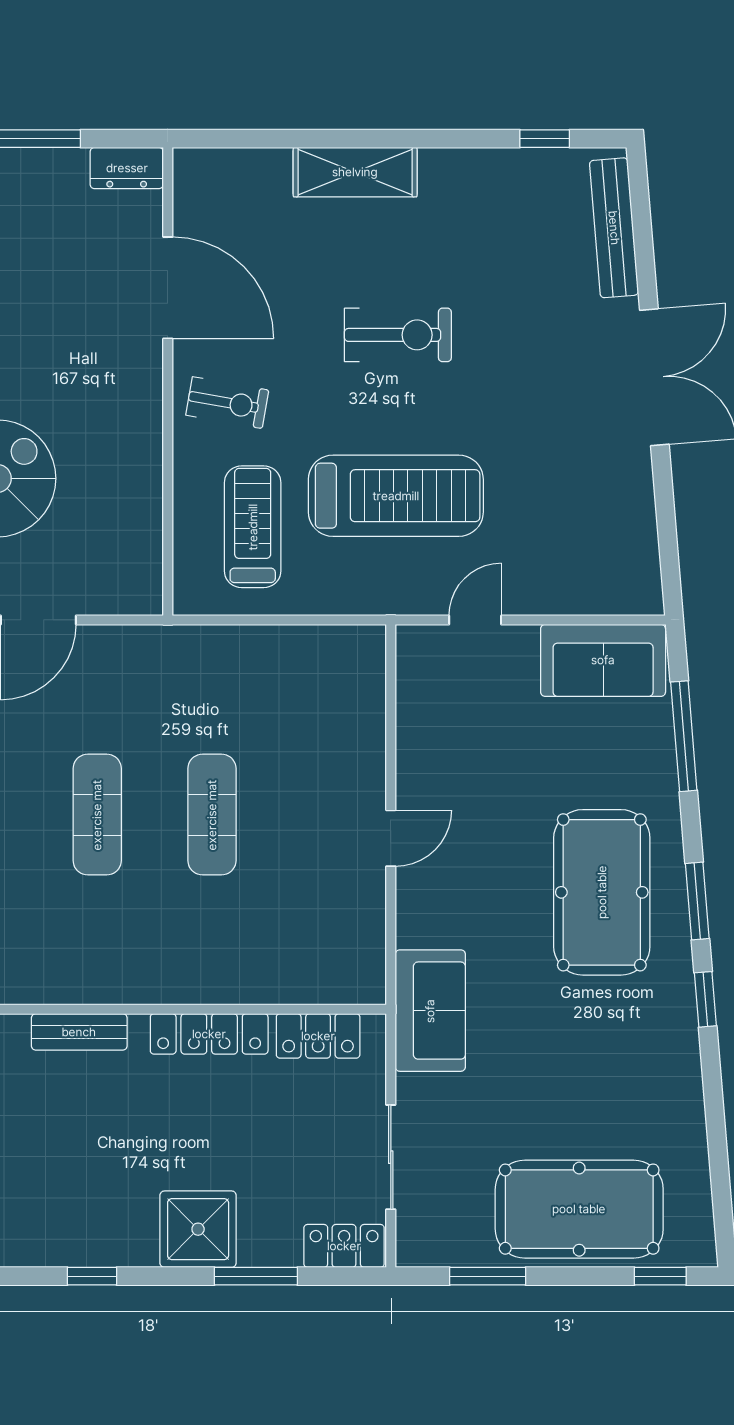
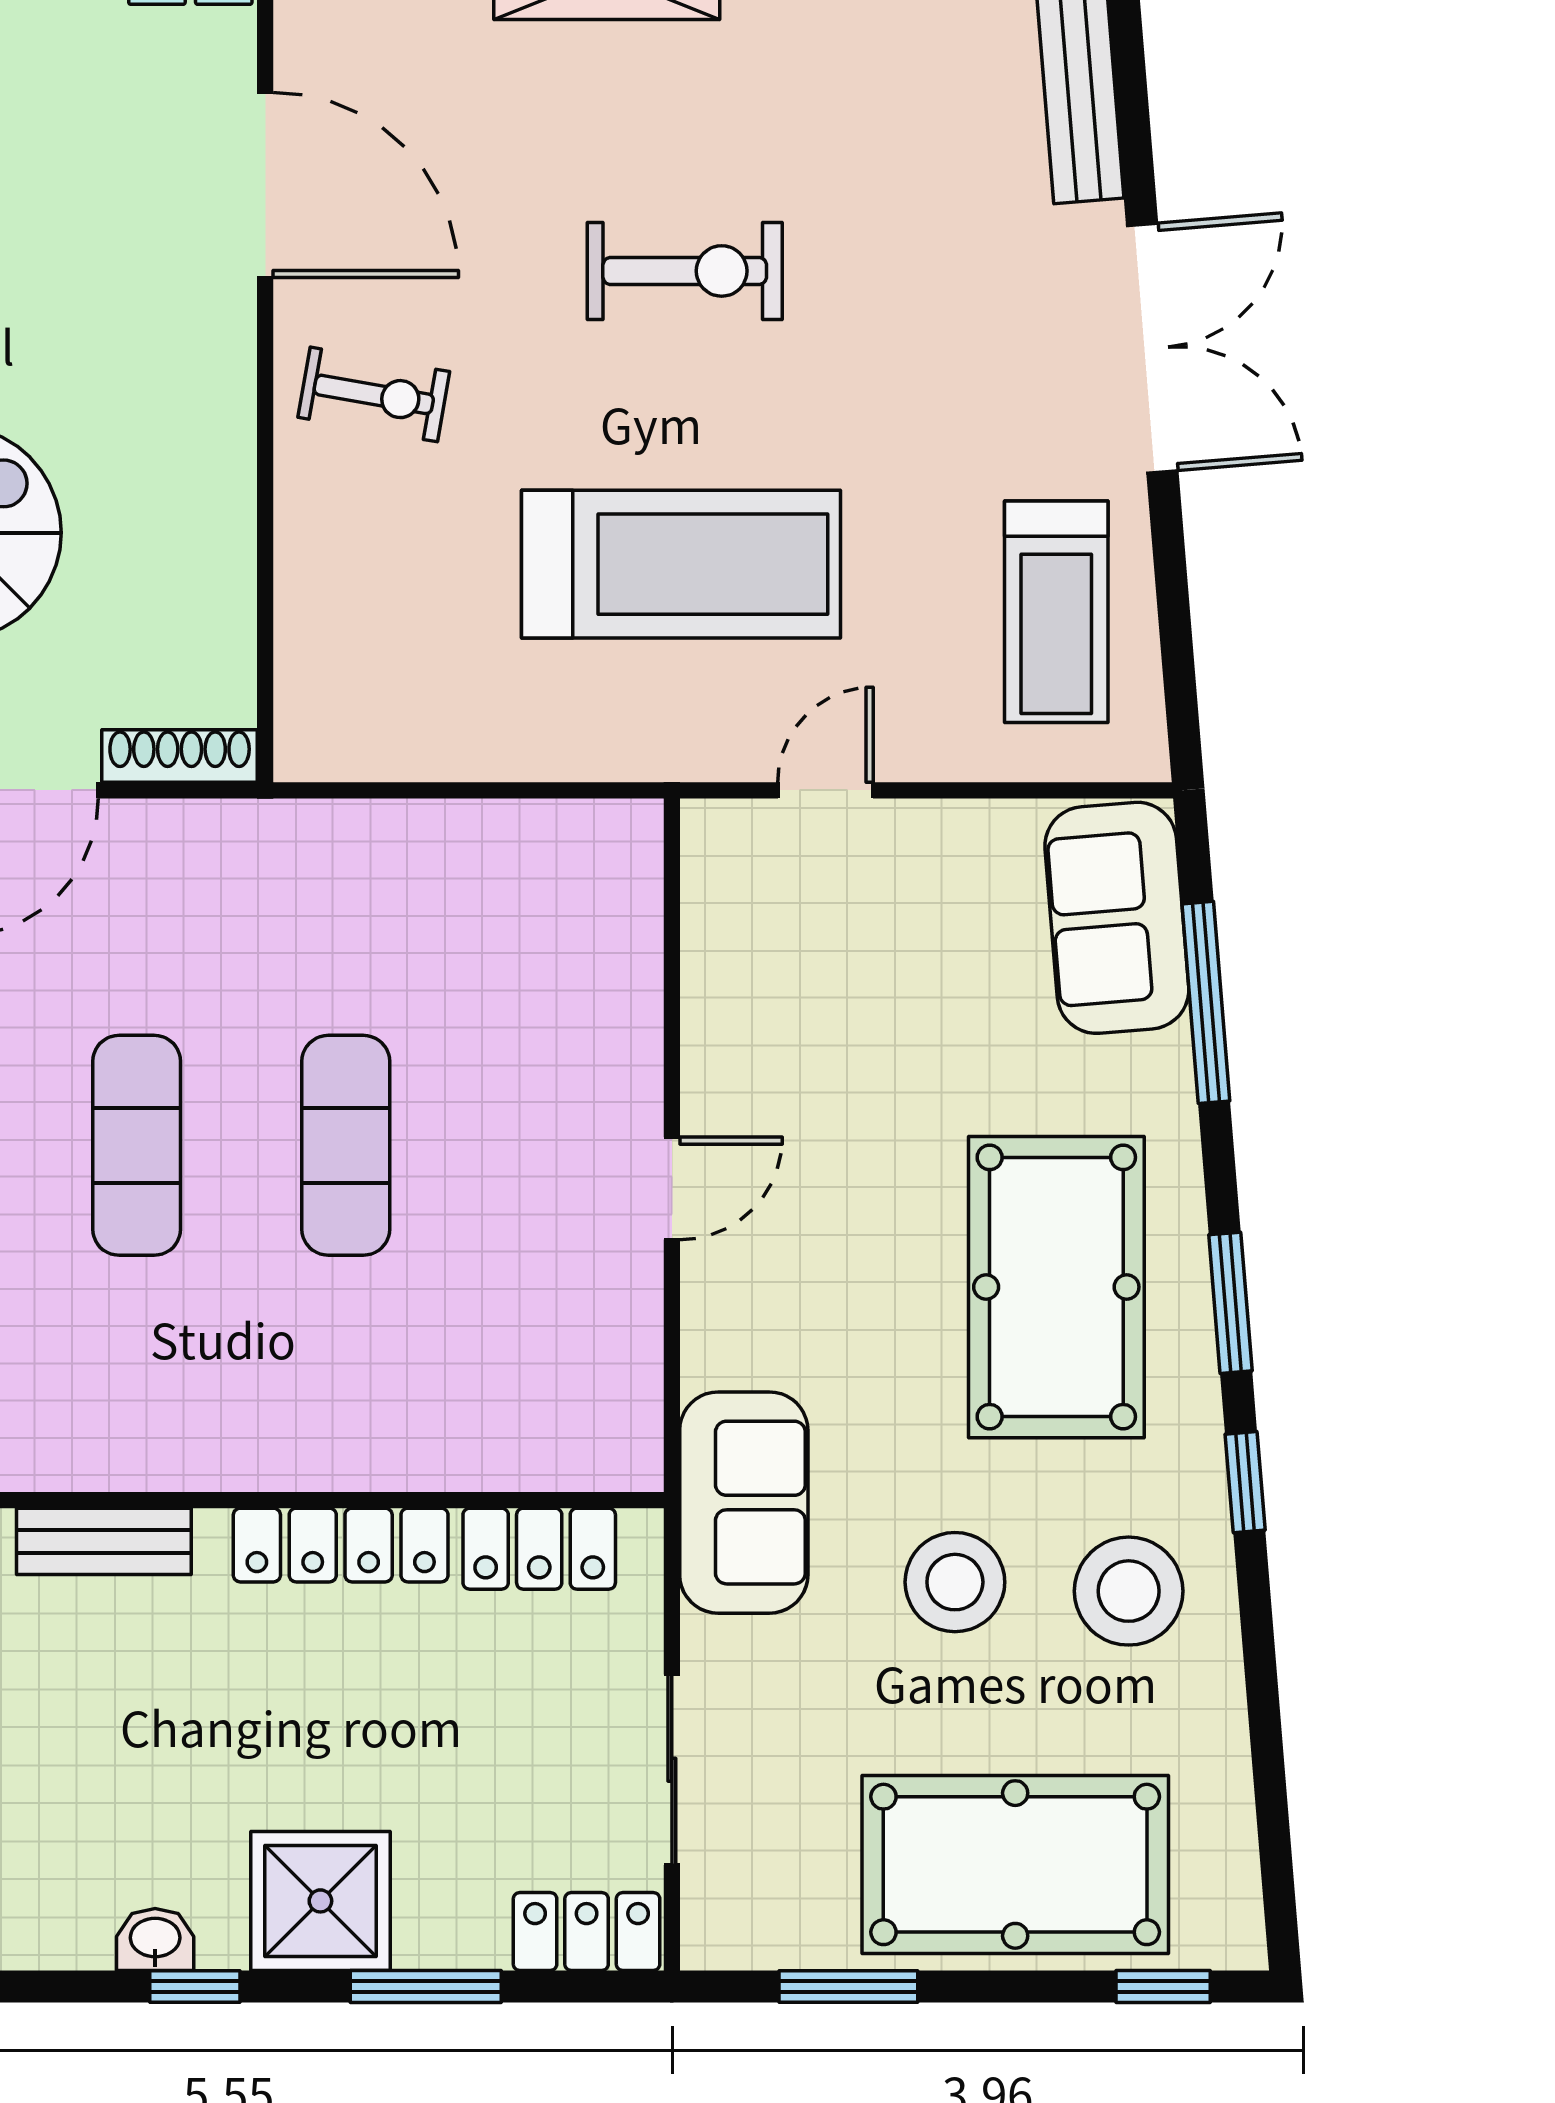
treadmill: (253, 527) -> (1056, 612), moved, turned 180
shoe rack: (121, 601) -> (180, 756), added
sofa: (603, 660) -> (1117, 918), moved, turned 85
stool: (546, 1054) -> (955, 1582), added
stool: (641, 1059) -> (1129, 1591), added
washbasin: (107, 1250) -> (155, 1939), added
window: (92, 1276) -> (195, 1987), moved

